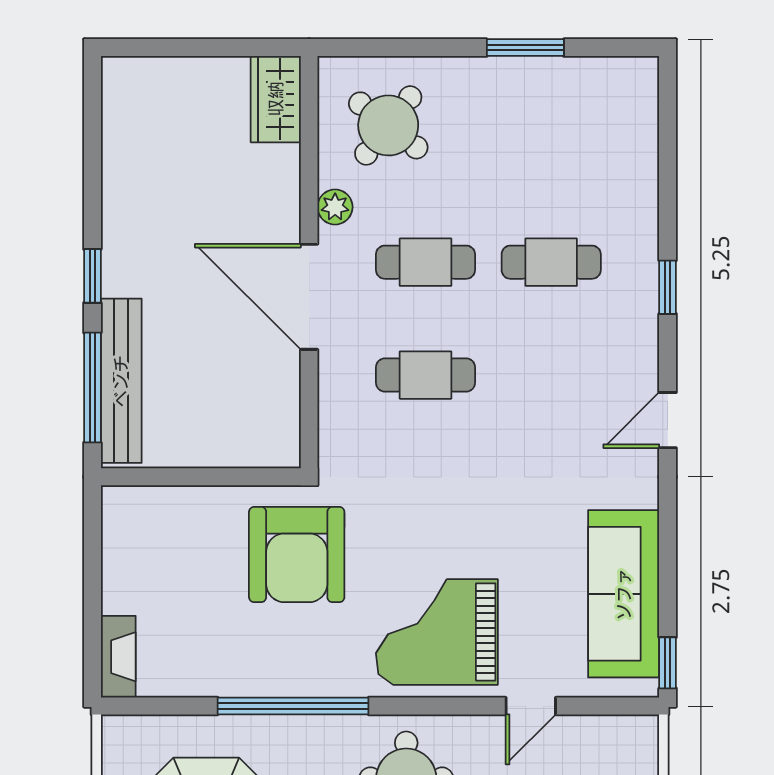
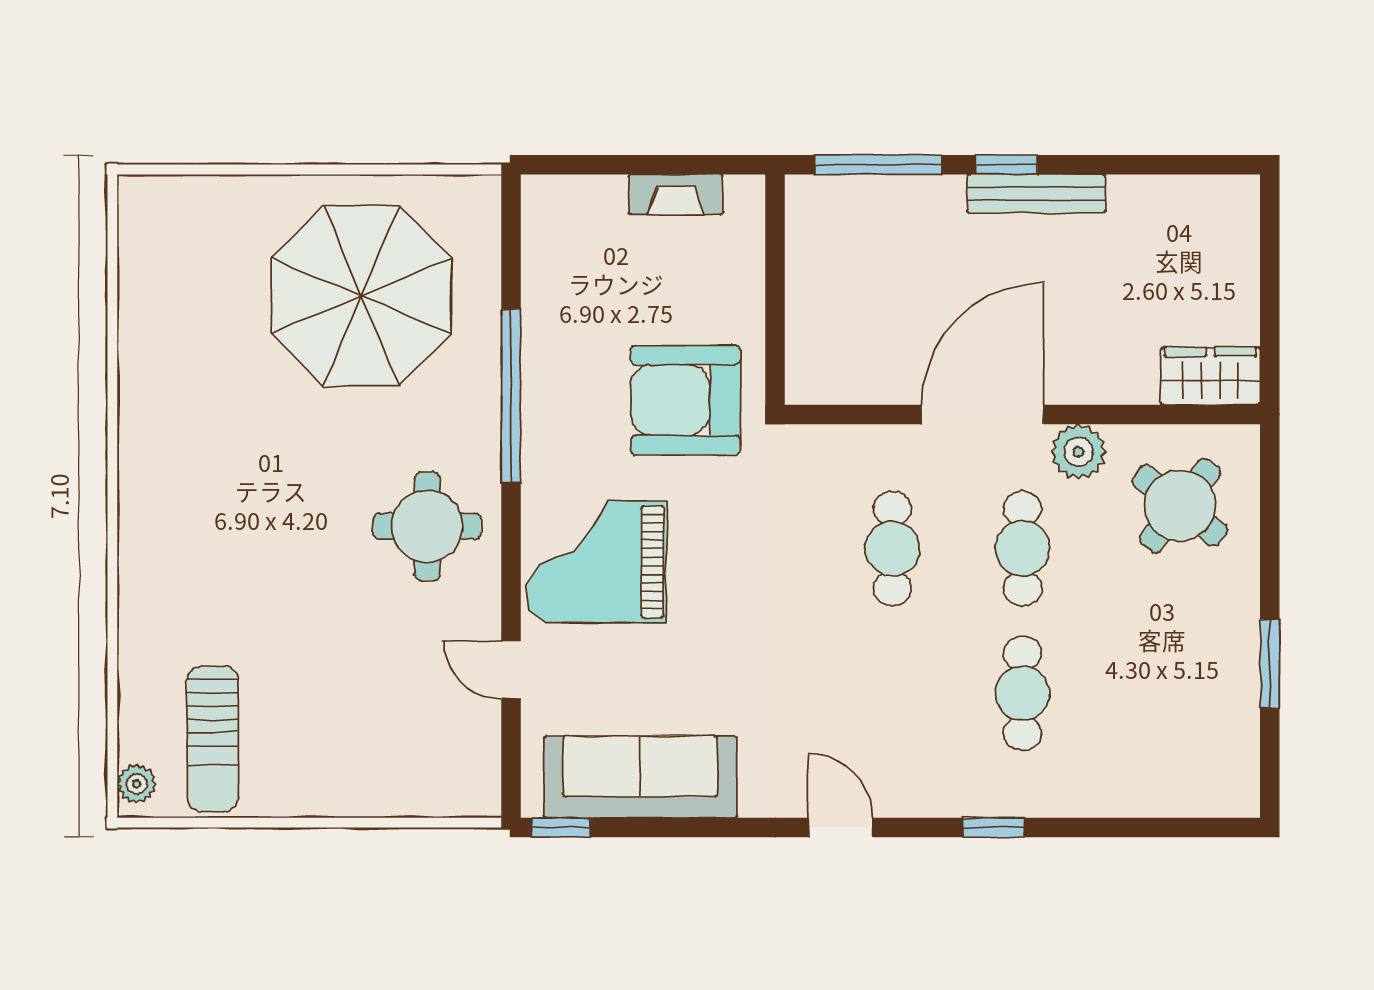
plant: (335, 207) -> (1078, 452), width x1.38, depth x1.38
bench: (121, 381) -> (1036, 194), moved, width x0.73, depth x0.82
grand piano: (437, 632) -> (596, 562), turned -90
fireplace: (118, 657) -> (676, 194), moved

